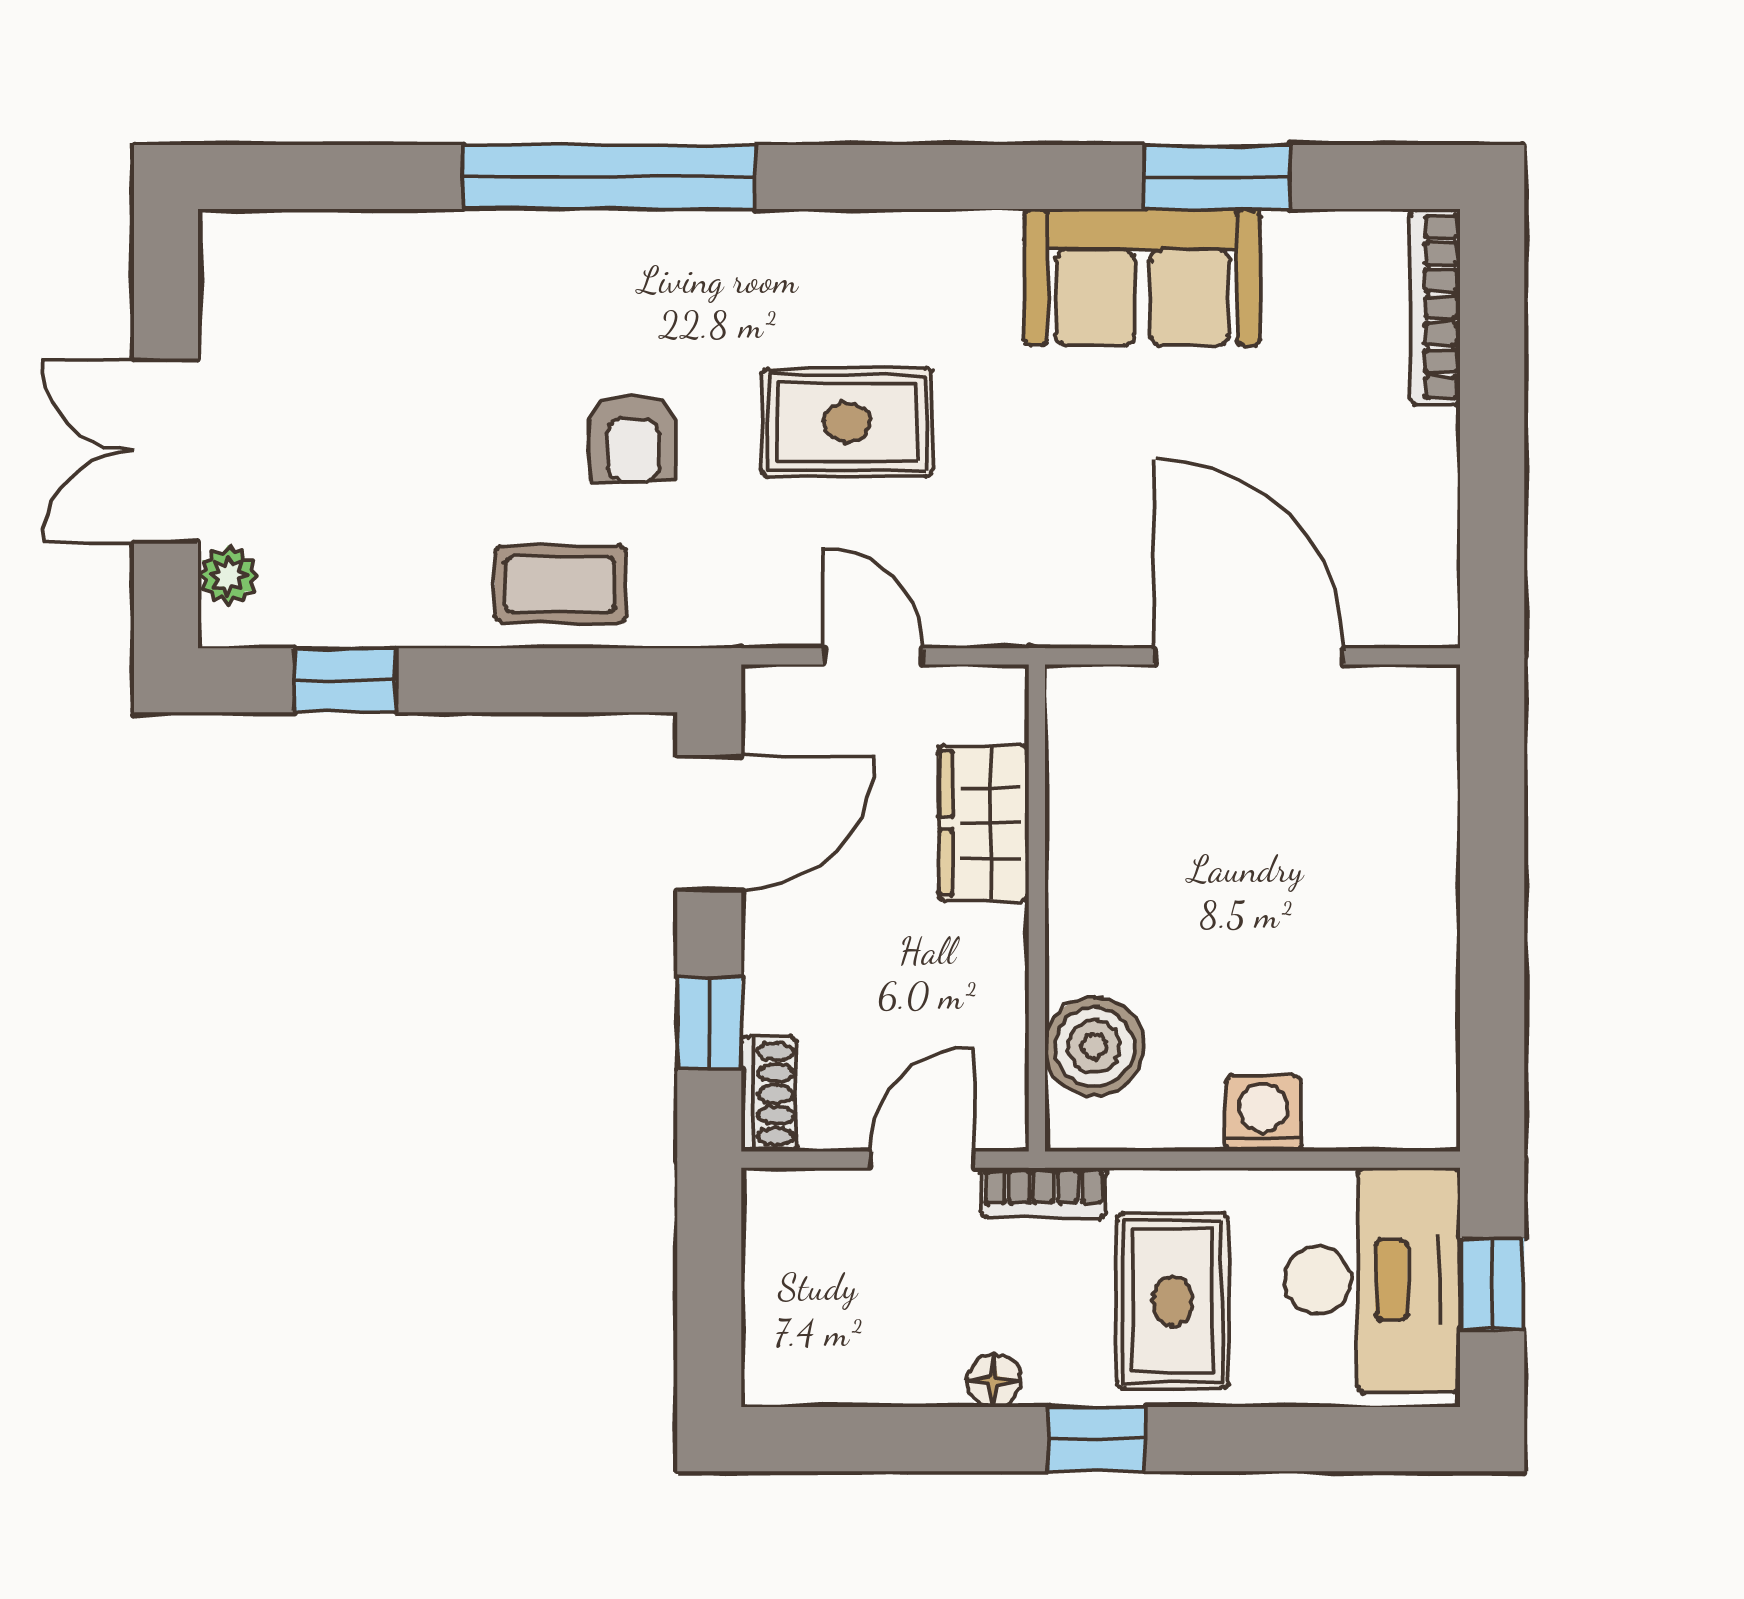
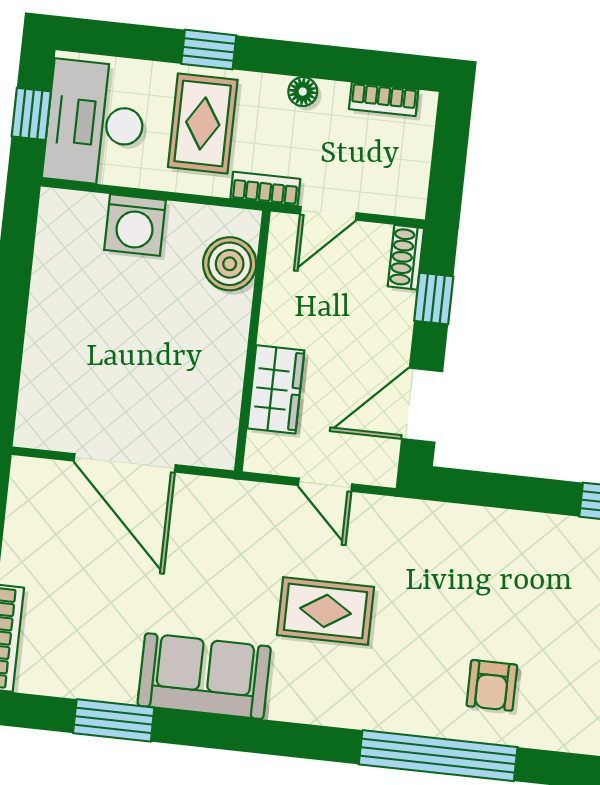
sofa: (1142, 277) -> (204, 676), moved
armchair: (633, 438) -> (492, 685), moved, turned 180
coffee table: (560, 585) -> (488, 541), removed
washing machine: (1263, 1114) -> (135, 225), width x1.38, depth x1.38
bookcase: (842, 1382) -> (384, 99), added
window: (1097, 1439) -> (209, 50), moved

